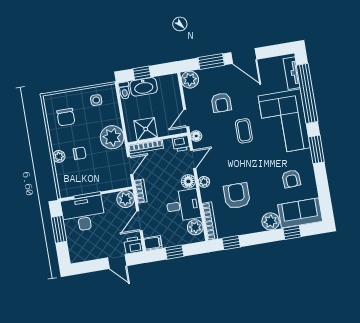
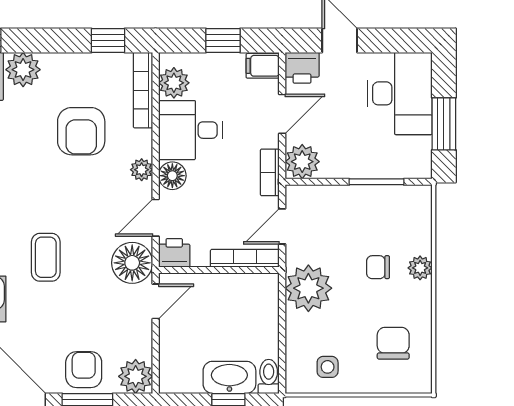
armchair: (221, 103) -> (84, 370), moved
shower: (146, 129) -> (239, 293), removed
floor lamp: (196, 136) -> (132, 263), width x1.89, depth x1.89
desk: (83, 214) -> (400, 93), moved, turned -90

